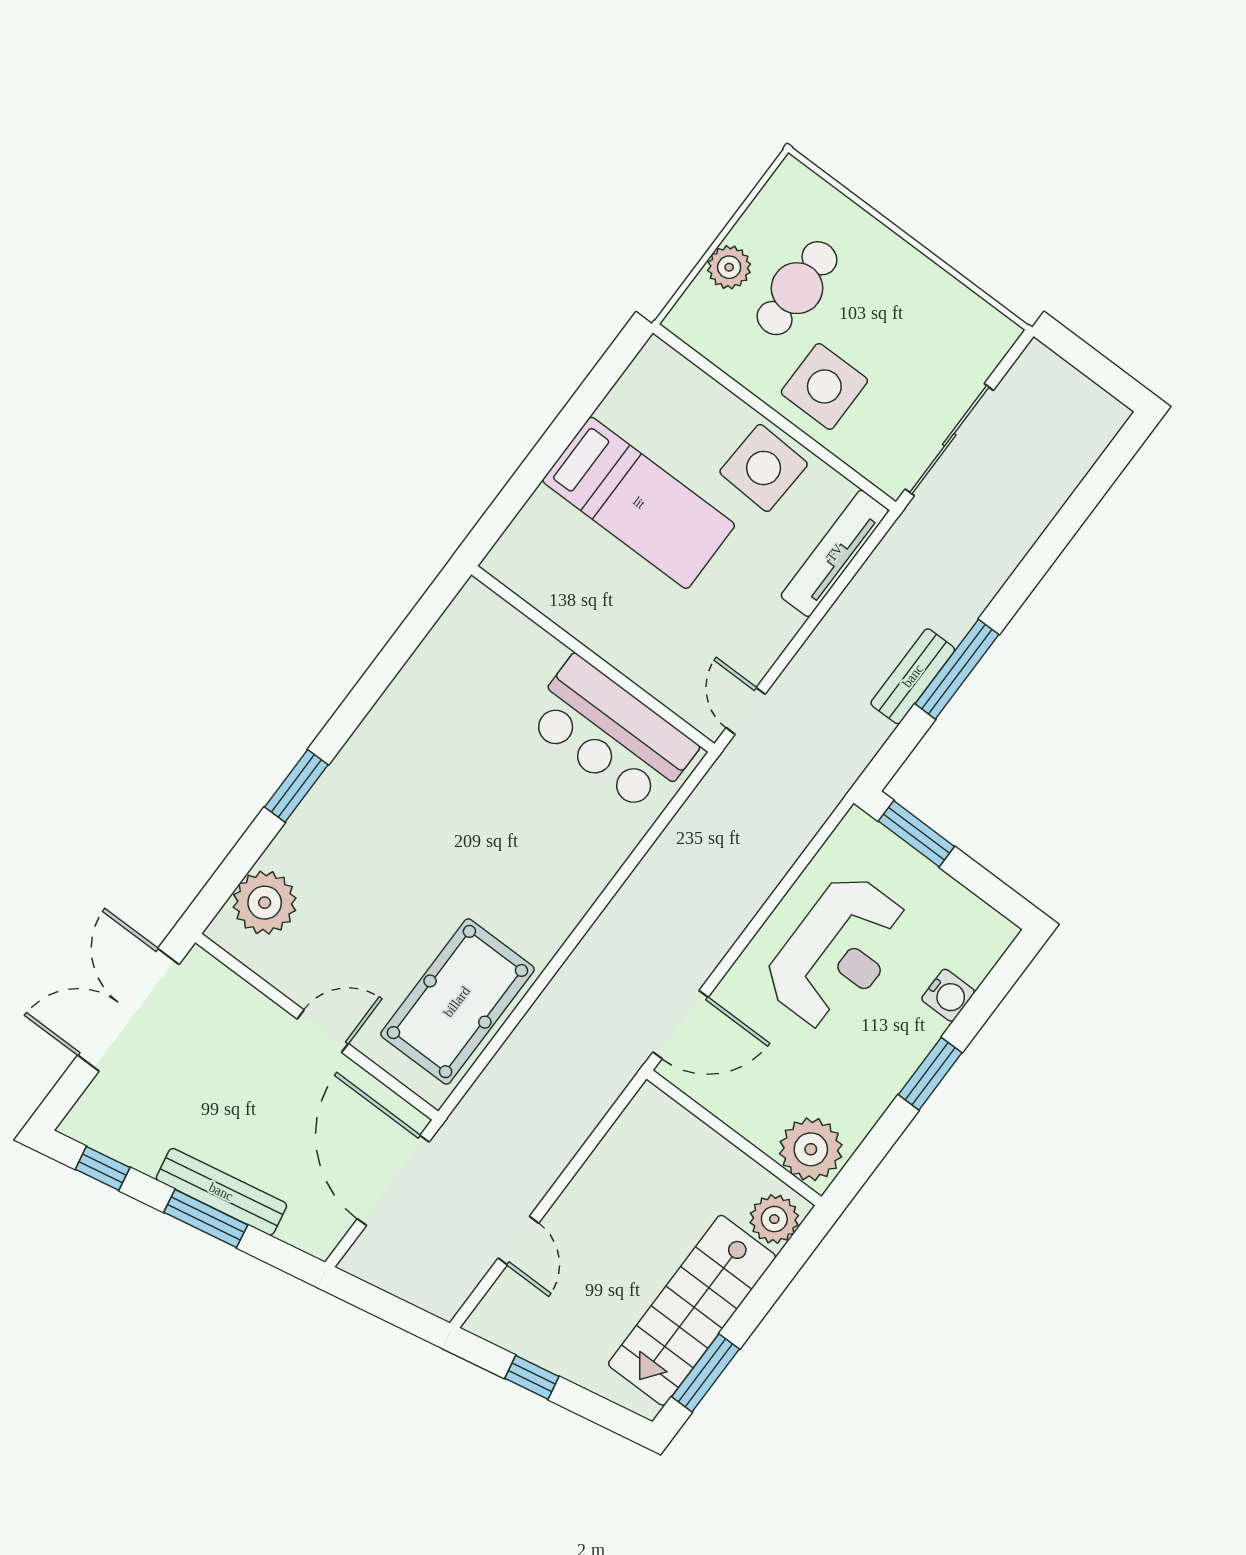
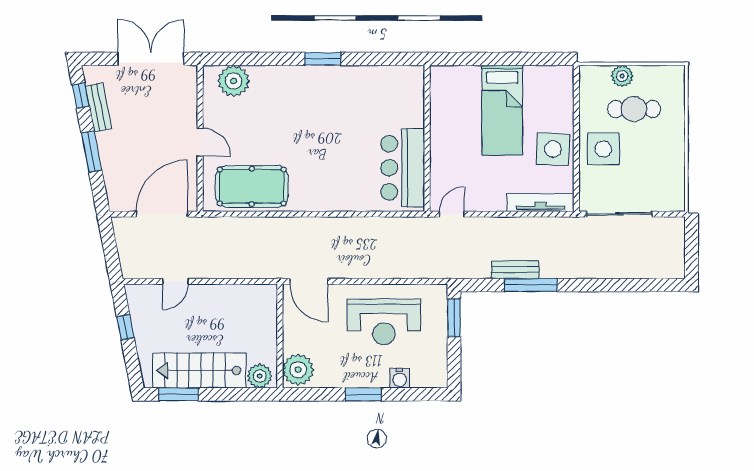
window: (296, 786) -> (323, 59), moved
bench: (221, 1192) -> (98, 107), moved, width x0.73

